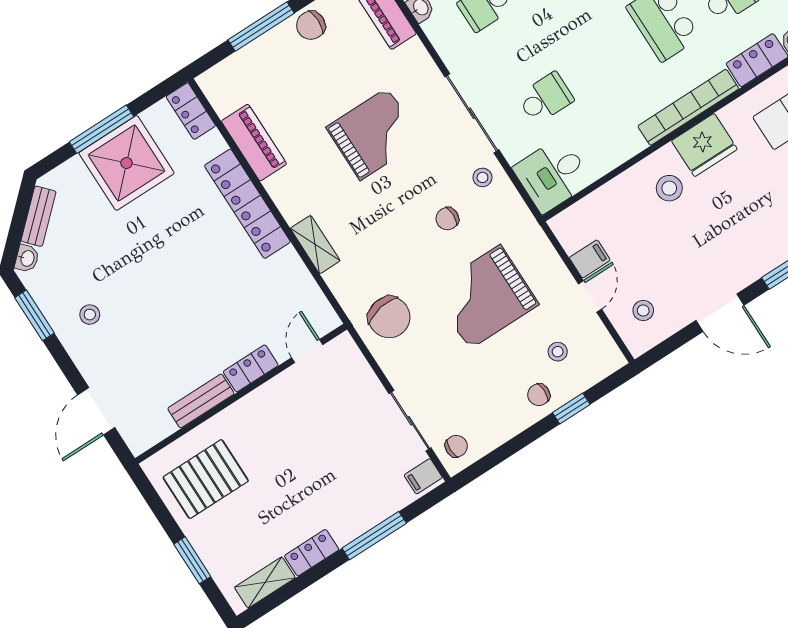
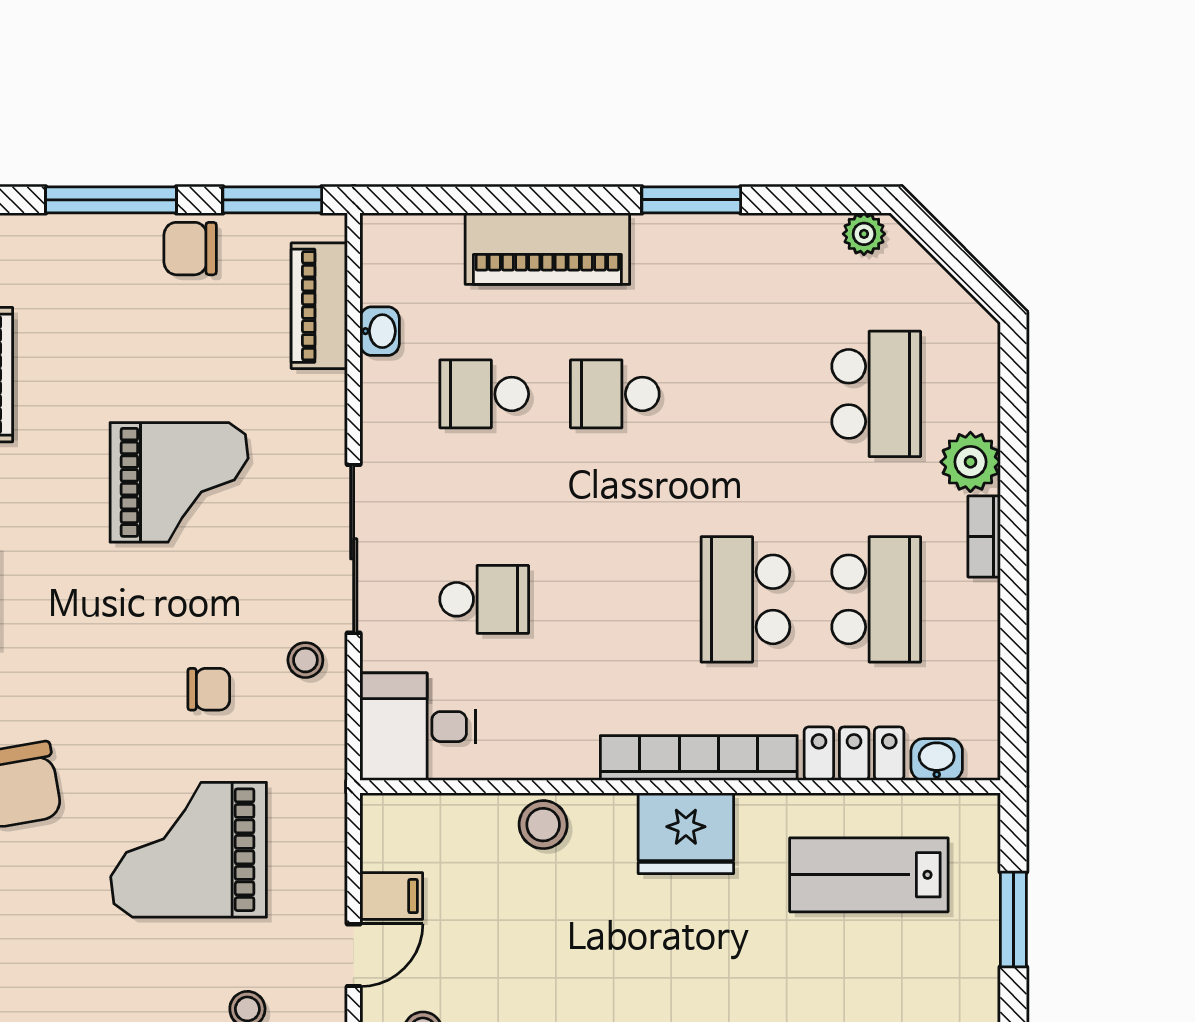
stool: (669, 188) -> (543, 825), moved
chair: (447, 219) -> (209, 689), turned 180

